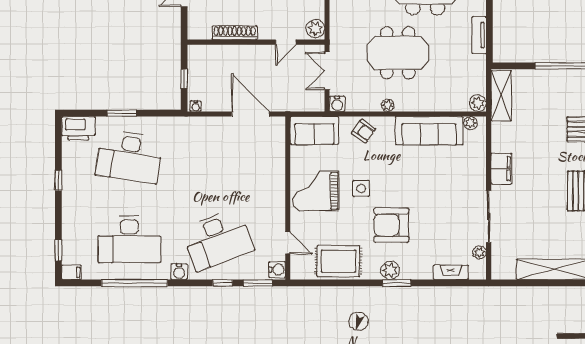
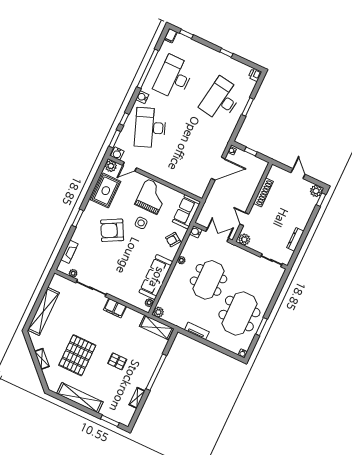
door: (251, 114) -> (218, 169), moved
printer: (78, 128) -> (255, 75), width x0.53, depth x0.68
armchair: (391, 225) -> (112, 230), turned -118
plant: (390, 270) -> (111, 166), moved

